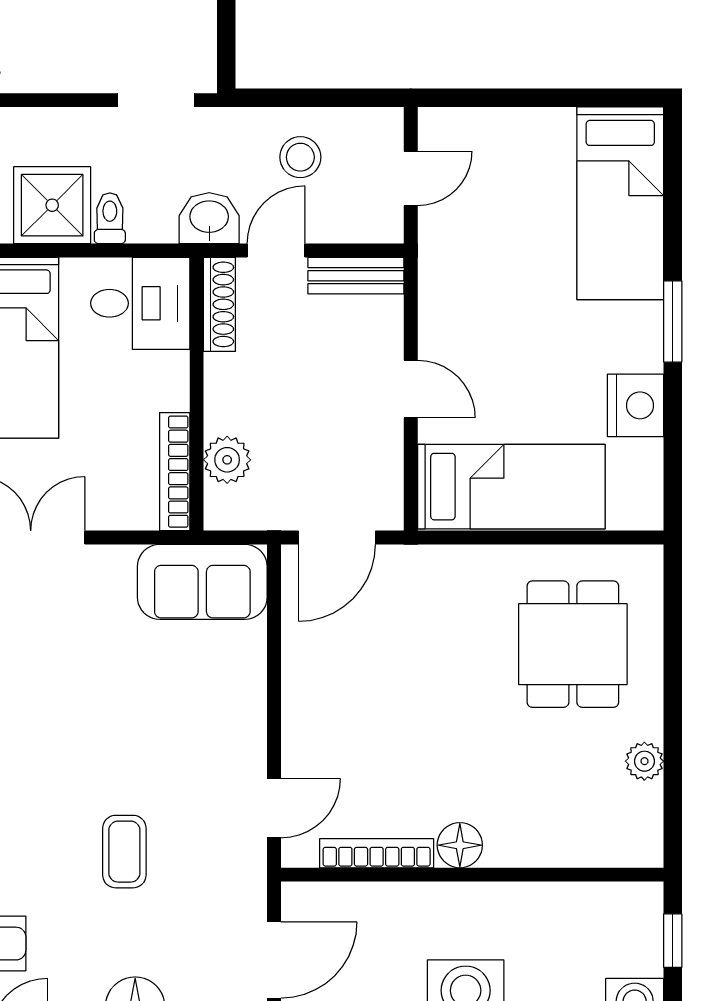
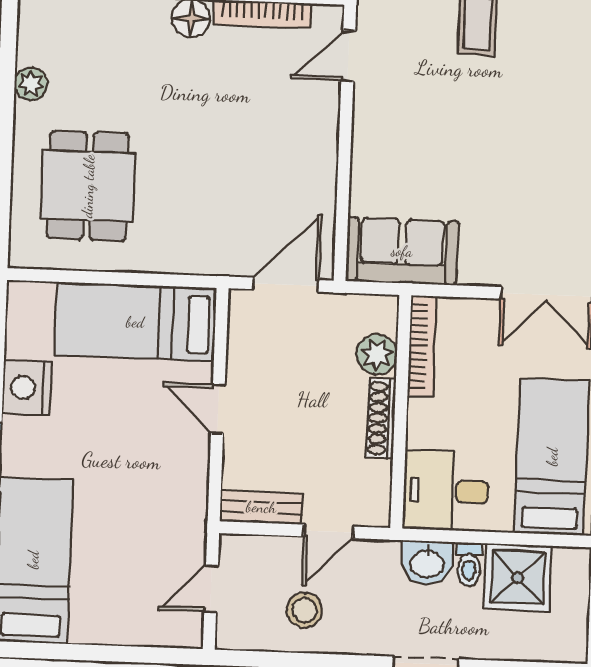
washbasin: (209, 218) -> (427, 563), moved
shoe rack: (219, 304) -> (381, 418), moved

